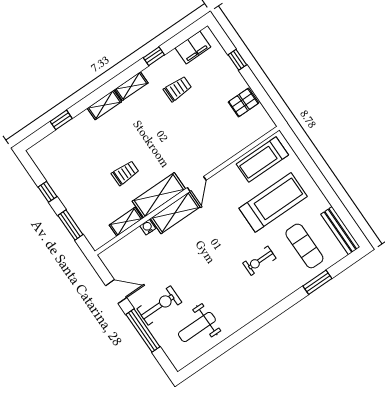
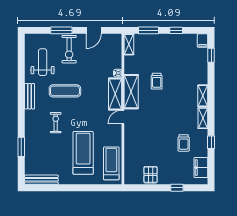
window: (61, 120) -> (211, 55), moved
filing cabinet: (38, 151) -> (203, 41), added
door: (197, 184) -> (123, 117), hinge flipped
treadmill: (273, 202) -> (83, 153), turned 180
shelving: (126, 222) -> (129, 44), moved
exercise mat: (304, 246) -> (65, 91), moved
bench: (249, 314) -> (30, 96), added
window: (143, 331) -> (61, 30), width x0.69

